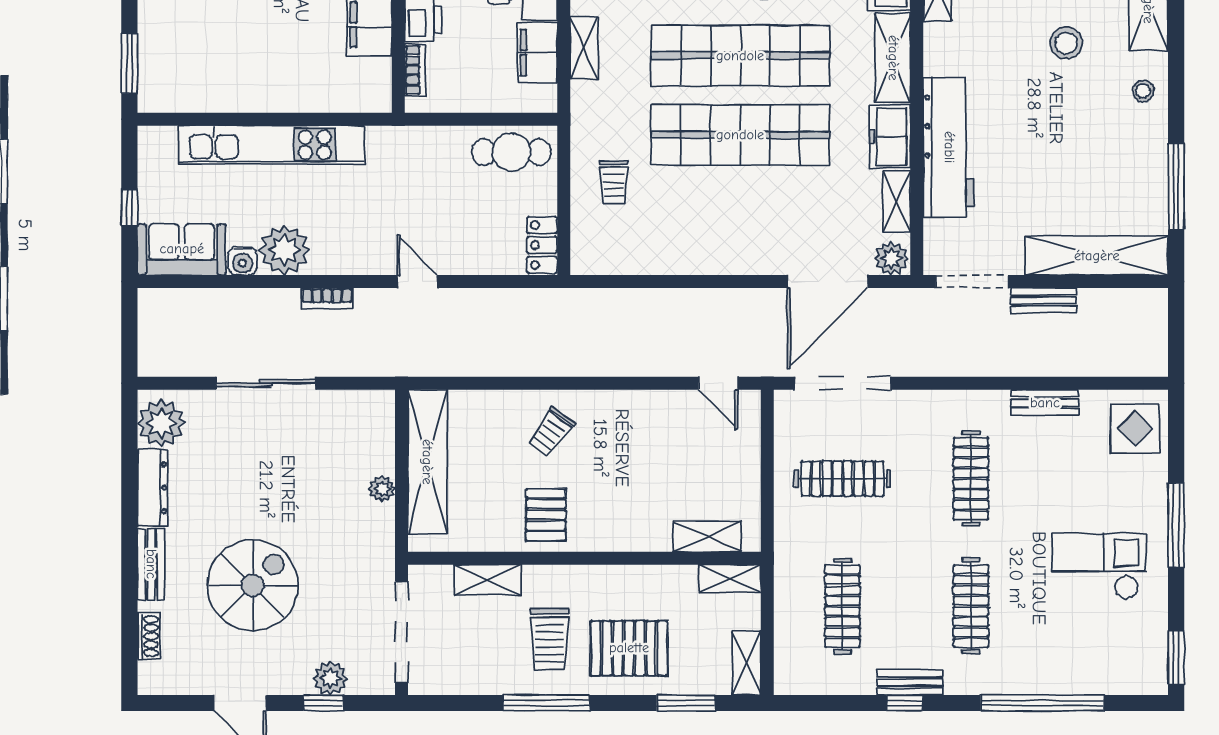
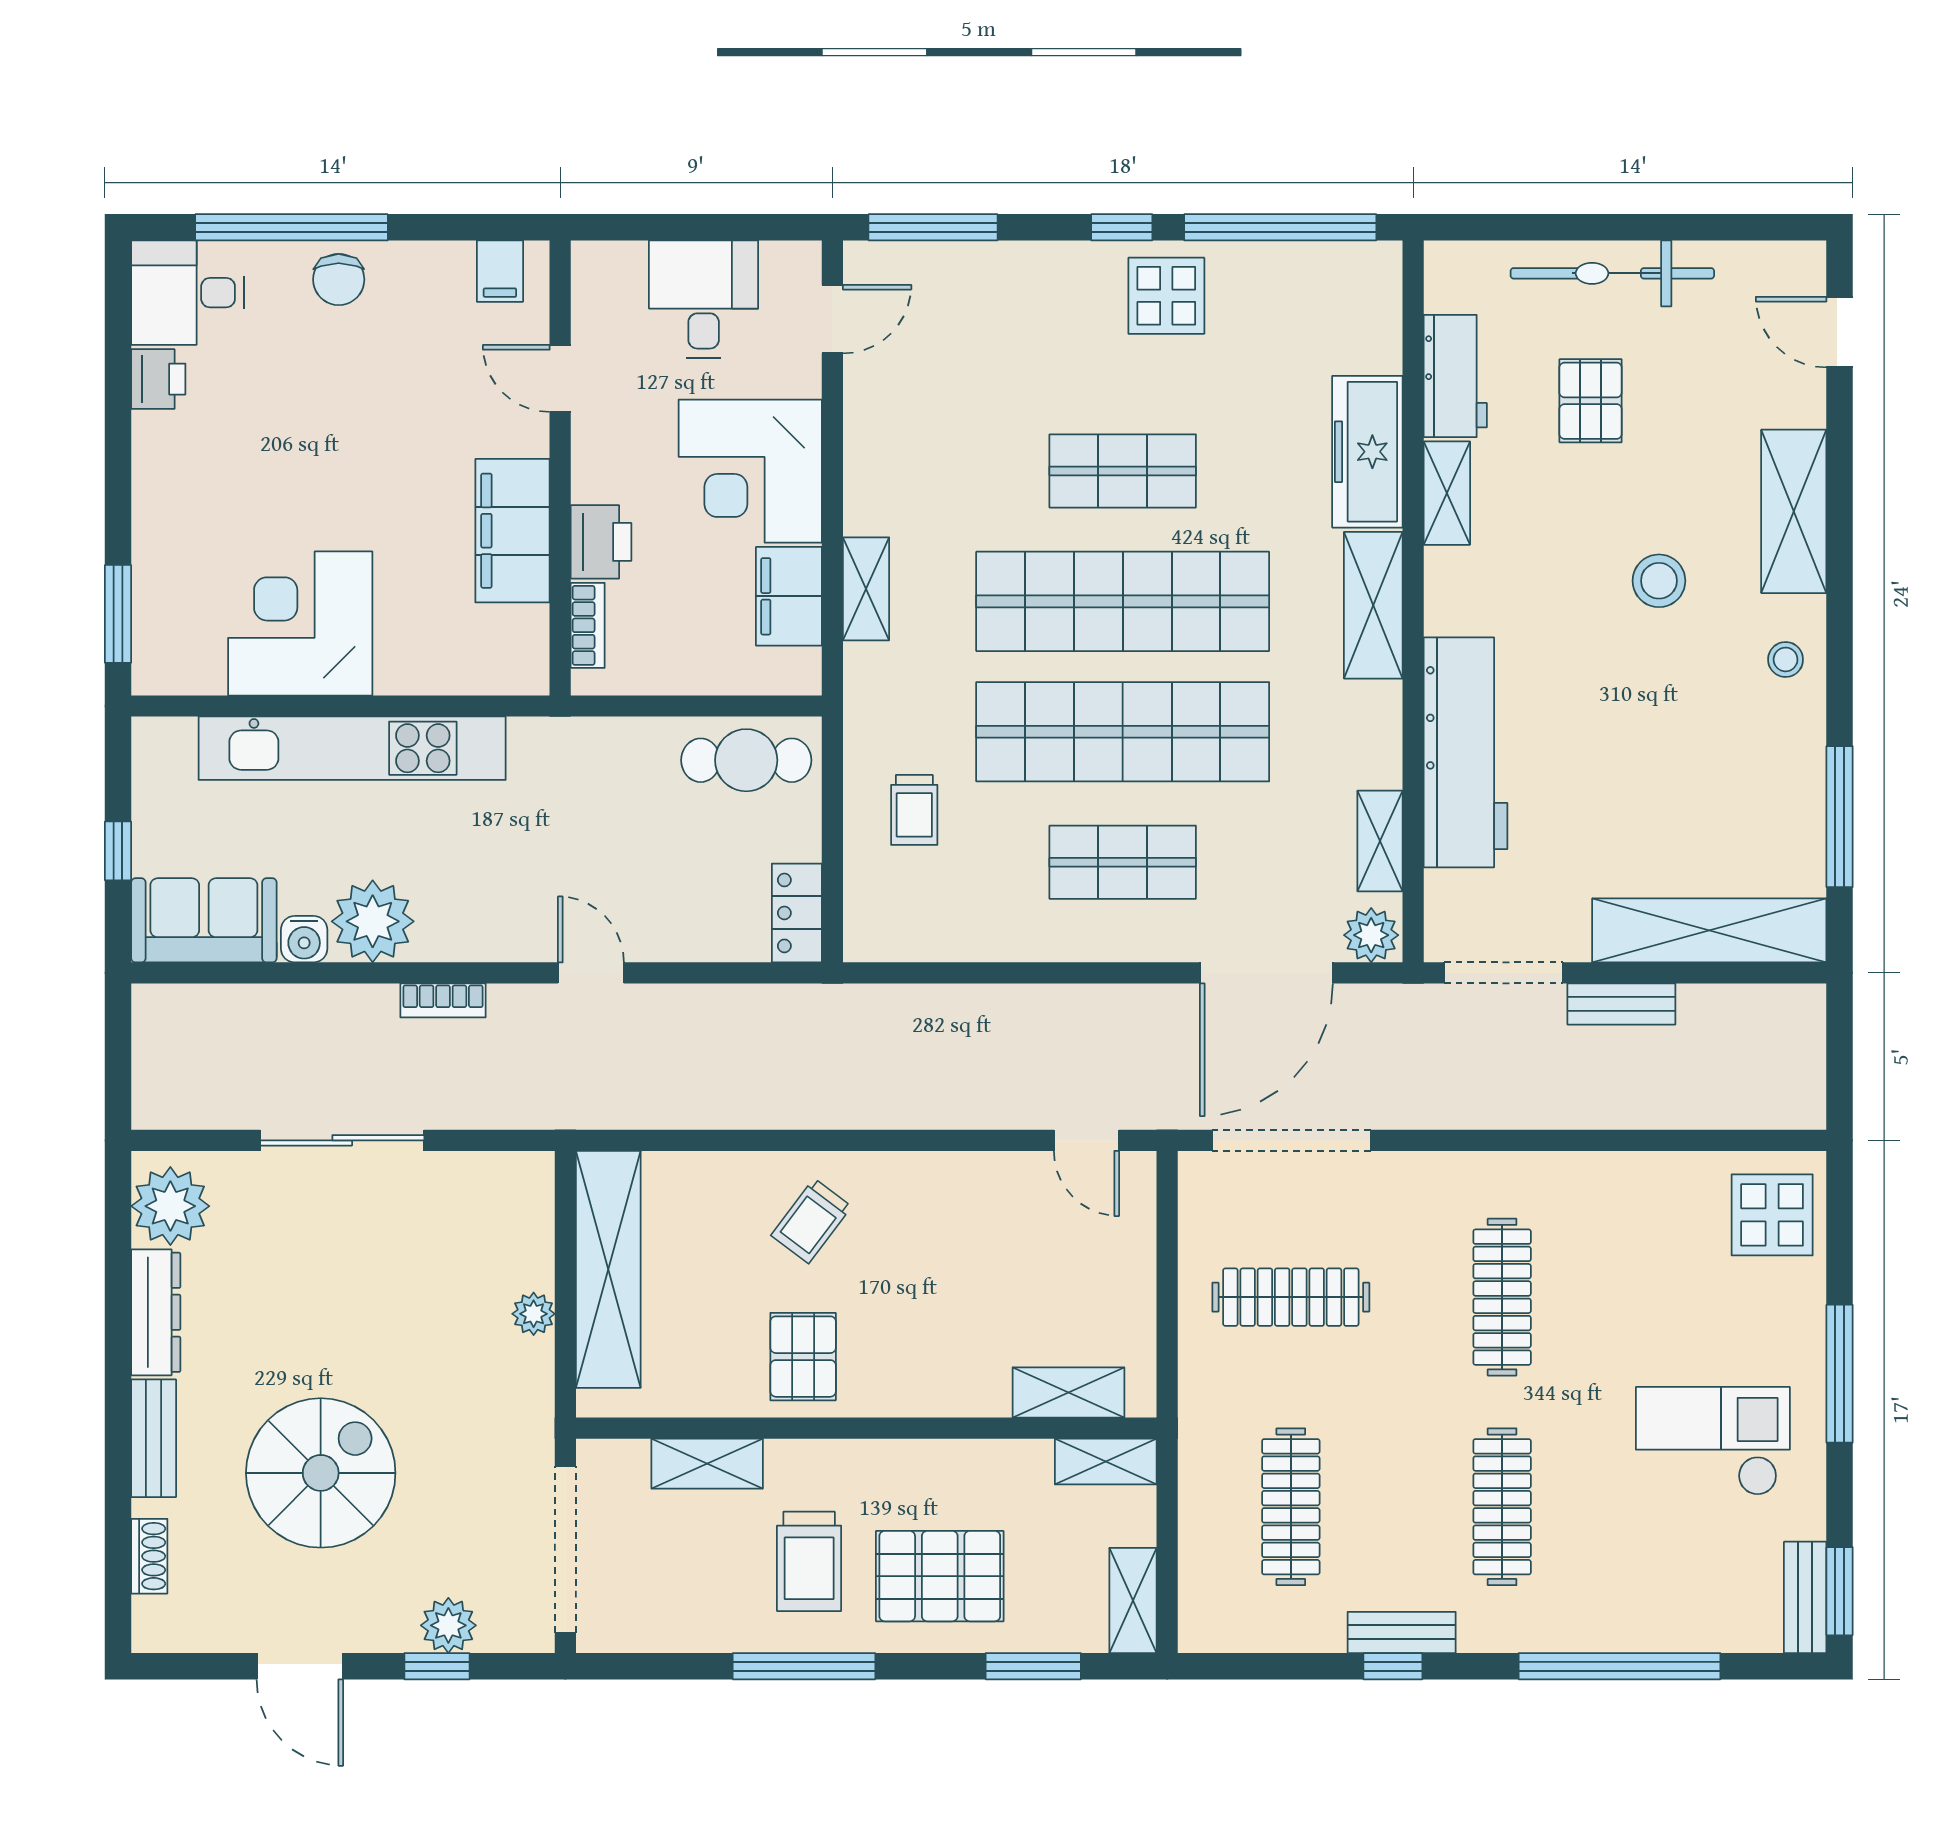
corner desk: (240, 69) -> (300, 623), added
freezer: (890, 137) -> (1369, 735), removed
shop shelf: (740, 214) -> (1123, 862), added
bench: (1045, 403) -> (1805, 1597), moved, turned 90

